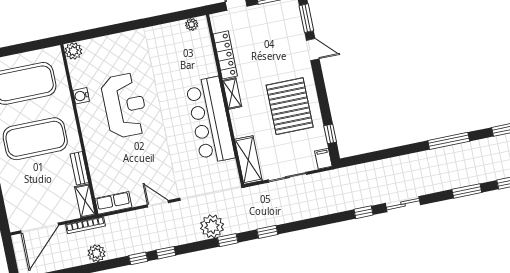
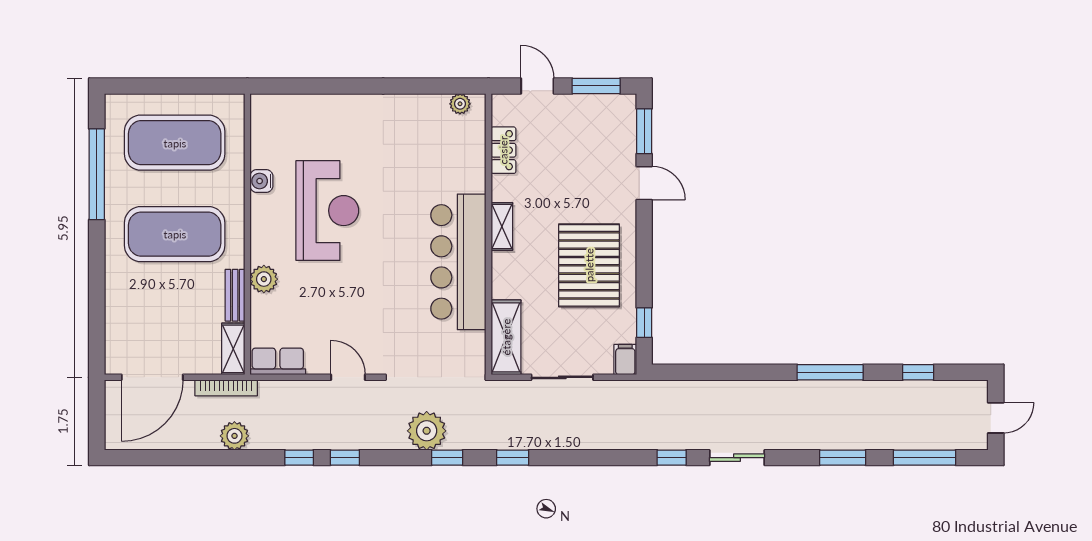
plant: (73, 51) -> (264, 279), moved
locker: (225, 55) -> (503, 150), width x0.66

